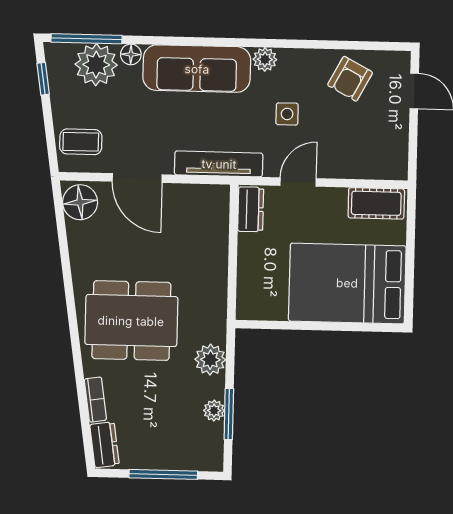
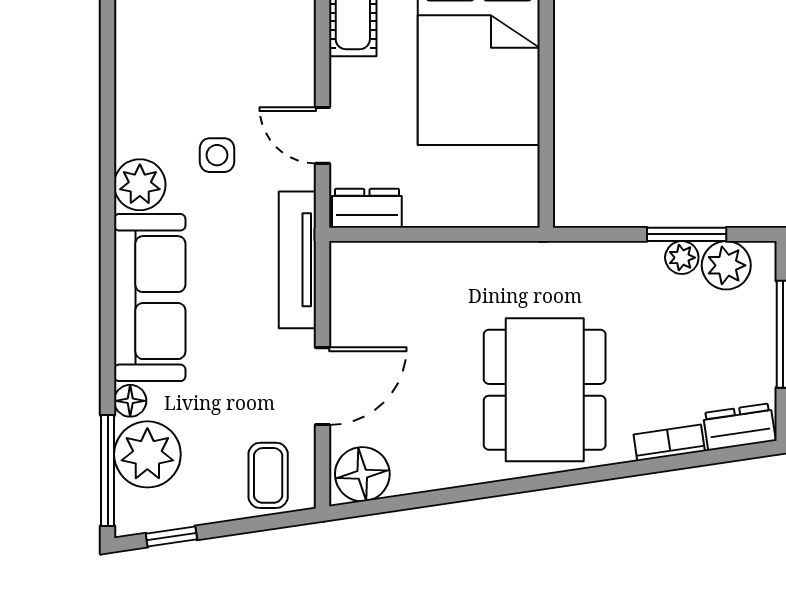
plant: (265, 59) -> (140, 185), width x1.38, depth x1.38
armchair: (350, 79) -> (160, 58), removed
plant: (210, 360) -> (726, 265), moved

